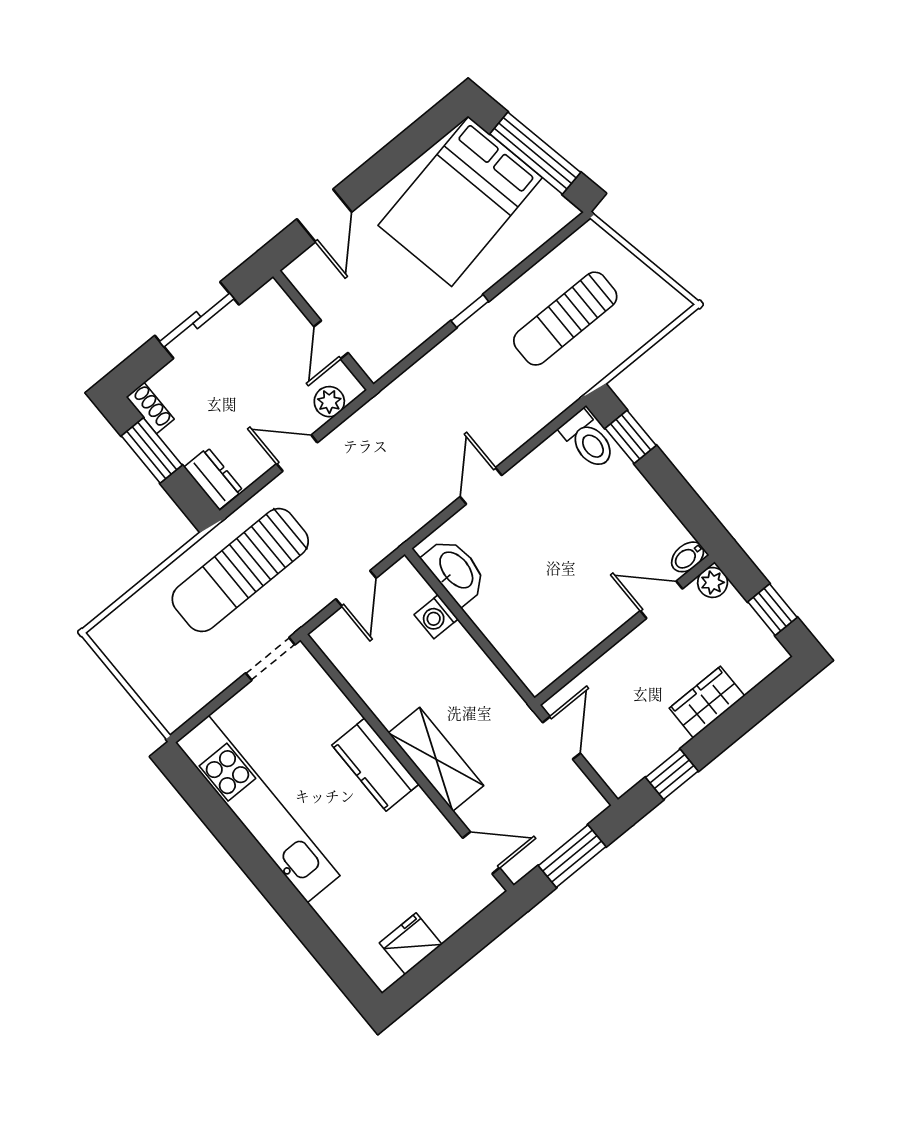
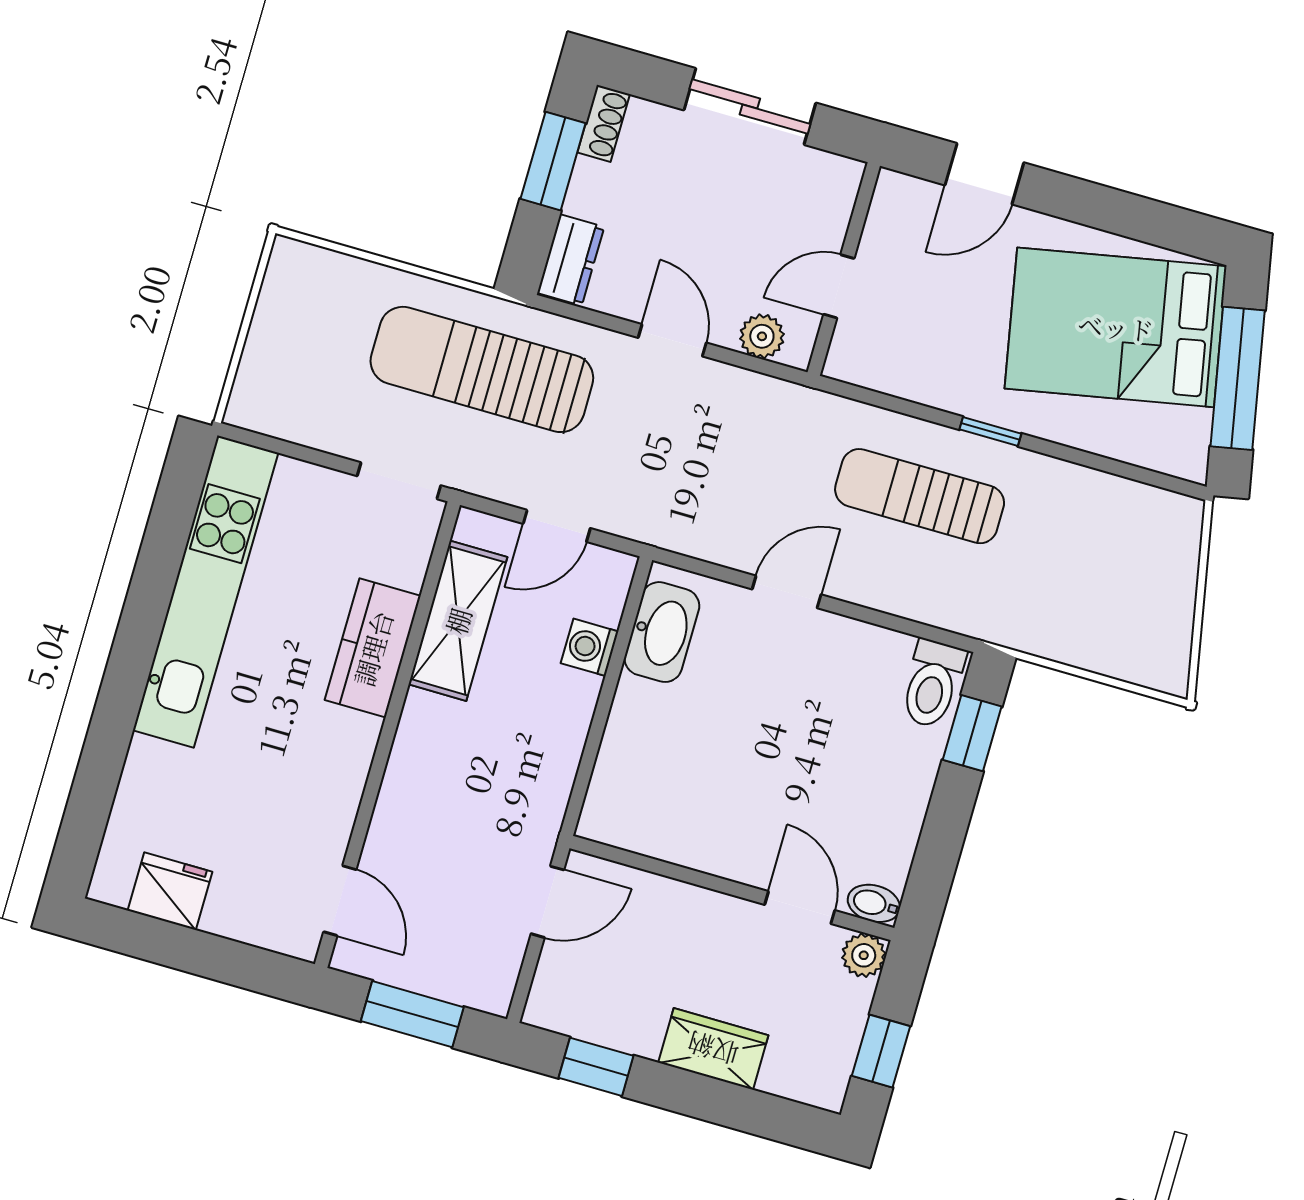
sun lounger: (565, 319) -> (920, 496), moved
shelving: (436, 759) -> (458, 621), moved
kitchen counter: (375, 765) -> (373, 648), moved

